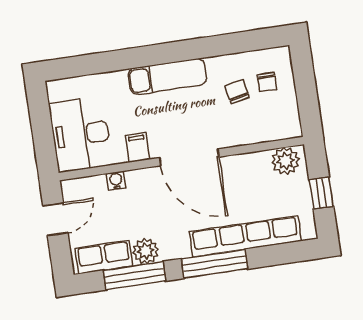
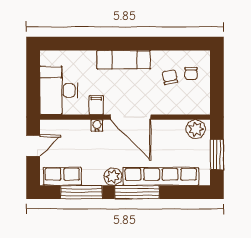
water cooler: (116, 181) -> (97, 125), moved
window: (321, 193) -> (217, 155), width x1.50
plant: (146, 251) -> (113, 176), moved

